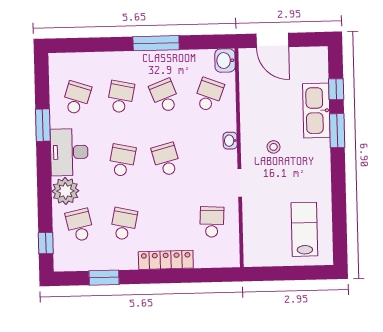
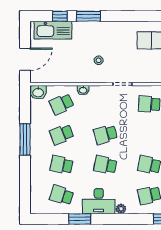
school desk: (209, 95) -> (62, 104), turned -45
kitchen sink: (316, 111) -> (53, 30), moved
washbasin: (230, 141) -> (83, 90), moved
plant: (65, 191) -> (121, 209), width x0.53, depth x0.53

